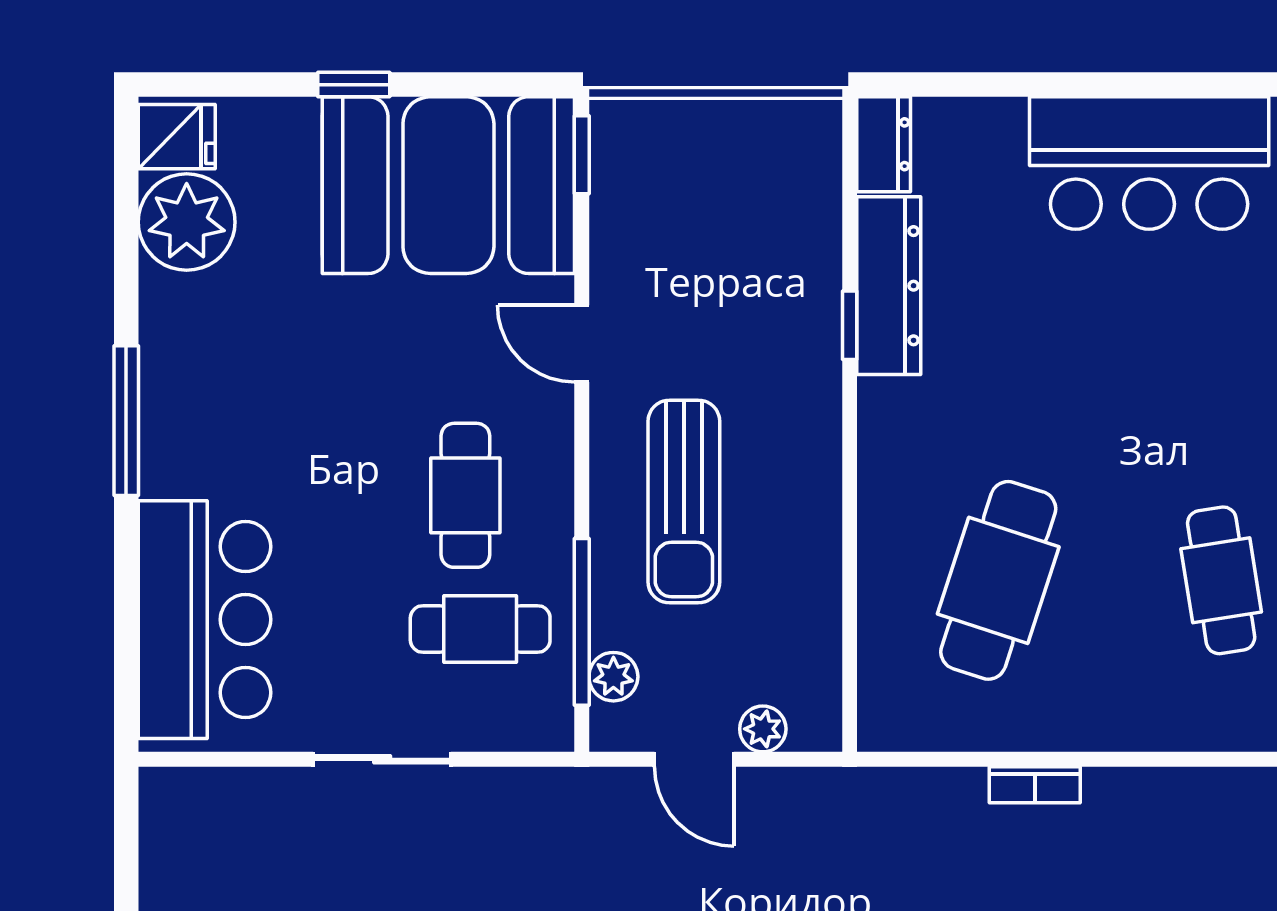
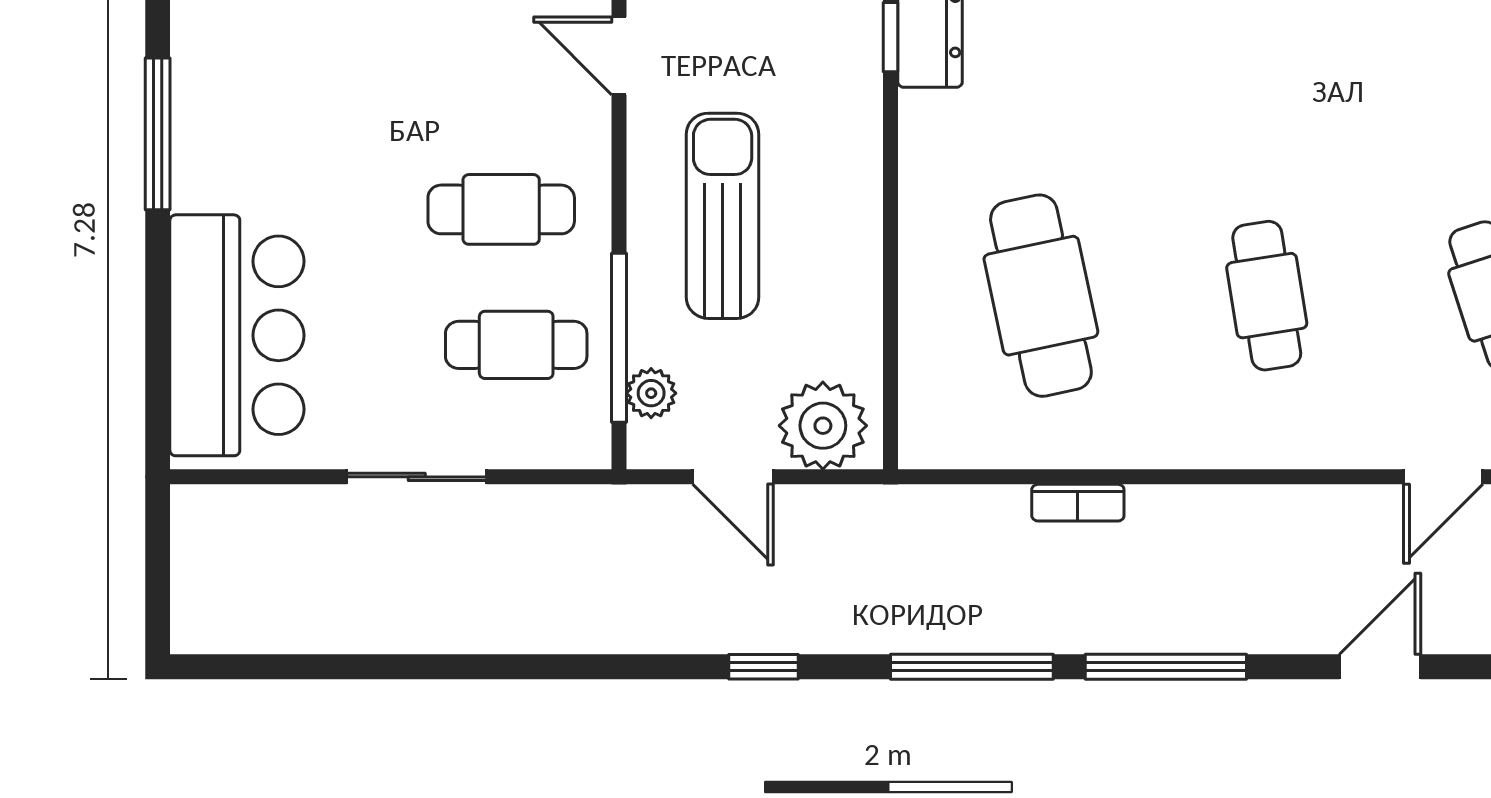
cafe table: (465, 495) -> (501, 209), turned 90
sun lounger: (684, 502) -> (723, 216), turned 180
cafe table: (998, 580) -> (1041, 296), turned -30
plant: (763, 729) -> (823, 426), width x1.88, depth x1.88

